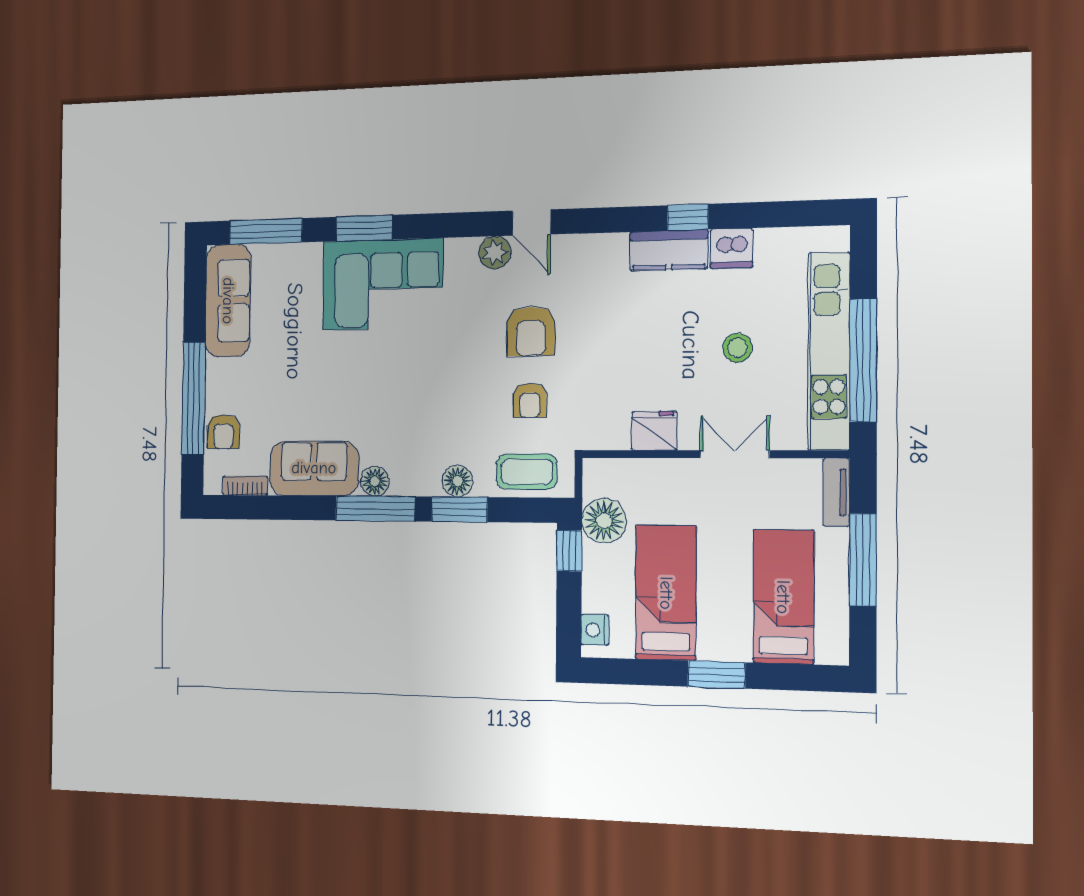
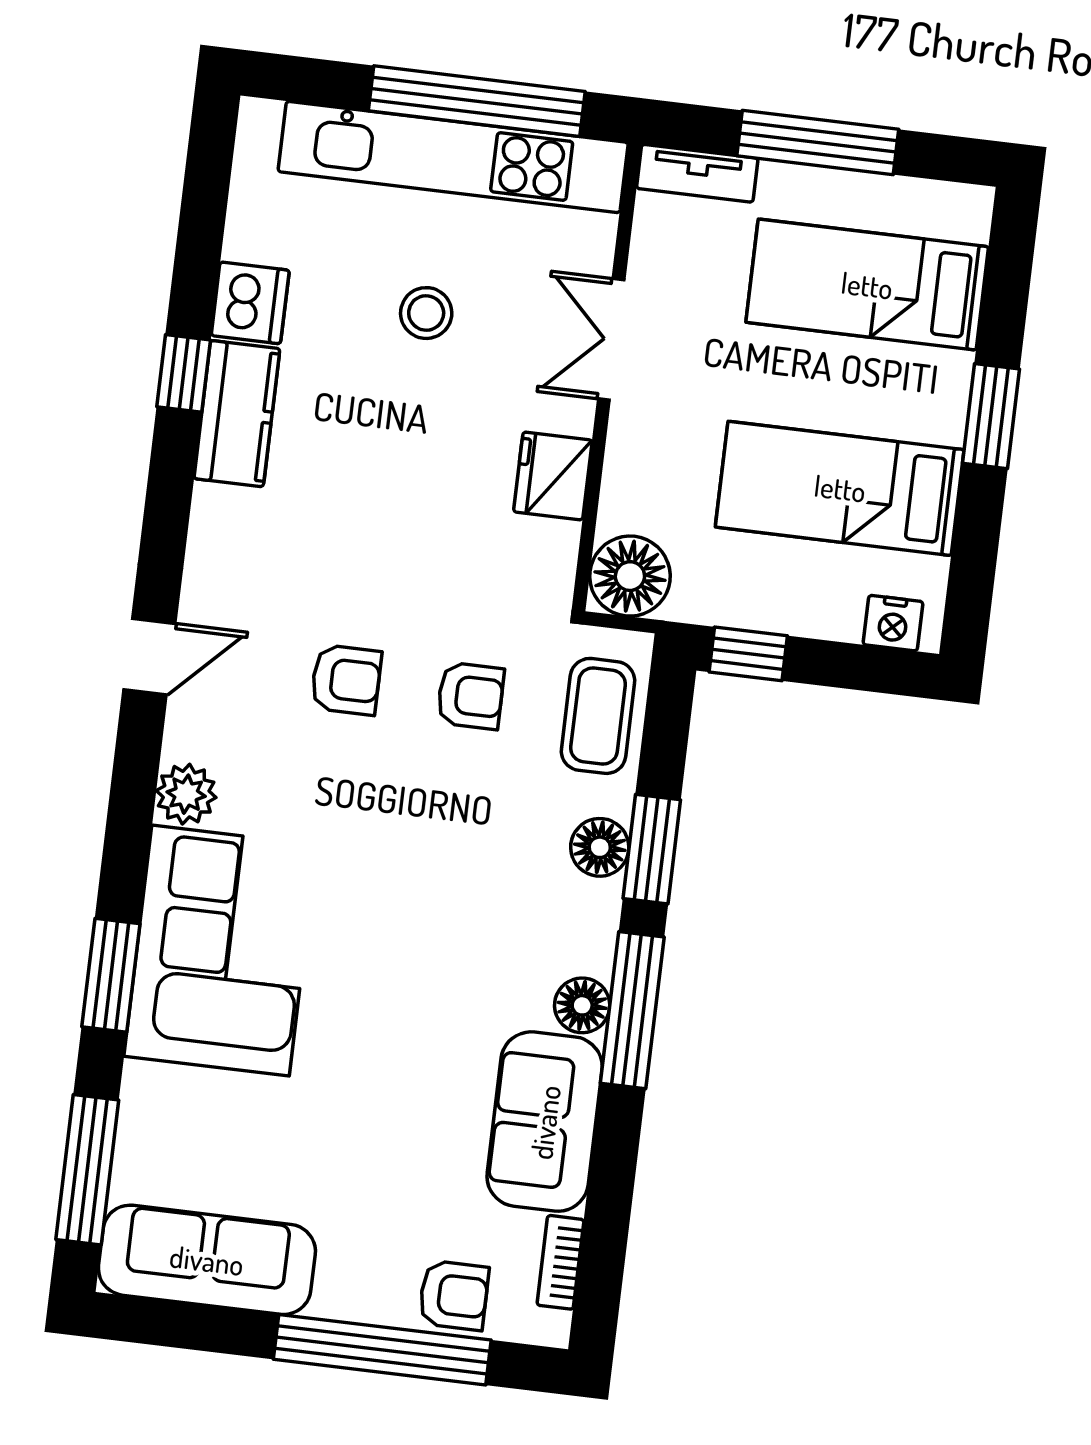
plant: (495, 253) -> (186, 794), moved
armchair: (531, 331) -> (346, 680), width x0.72, depth x0.72
floor lamp: (604, 521) -> (630, 576), moved

